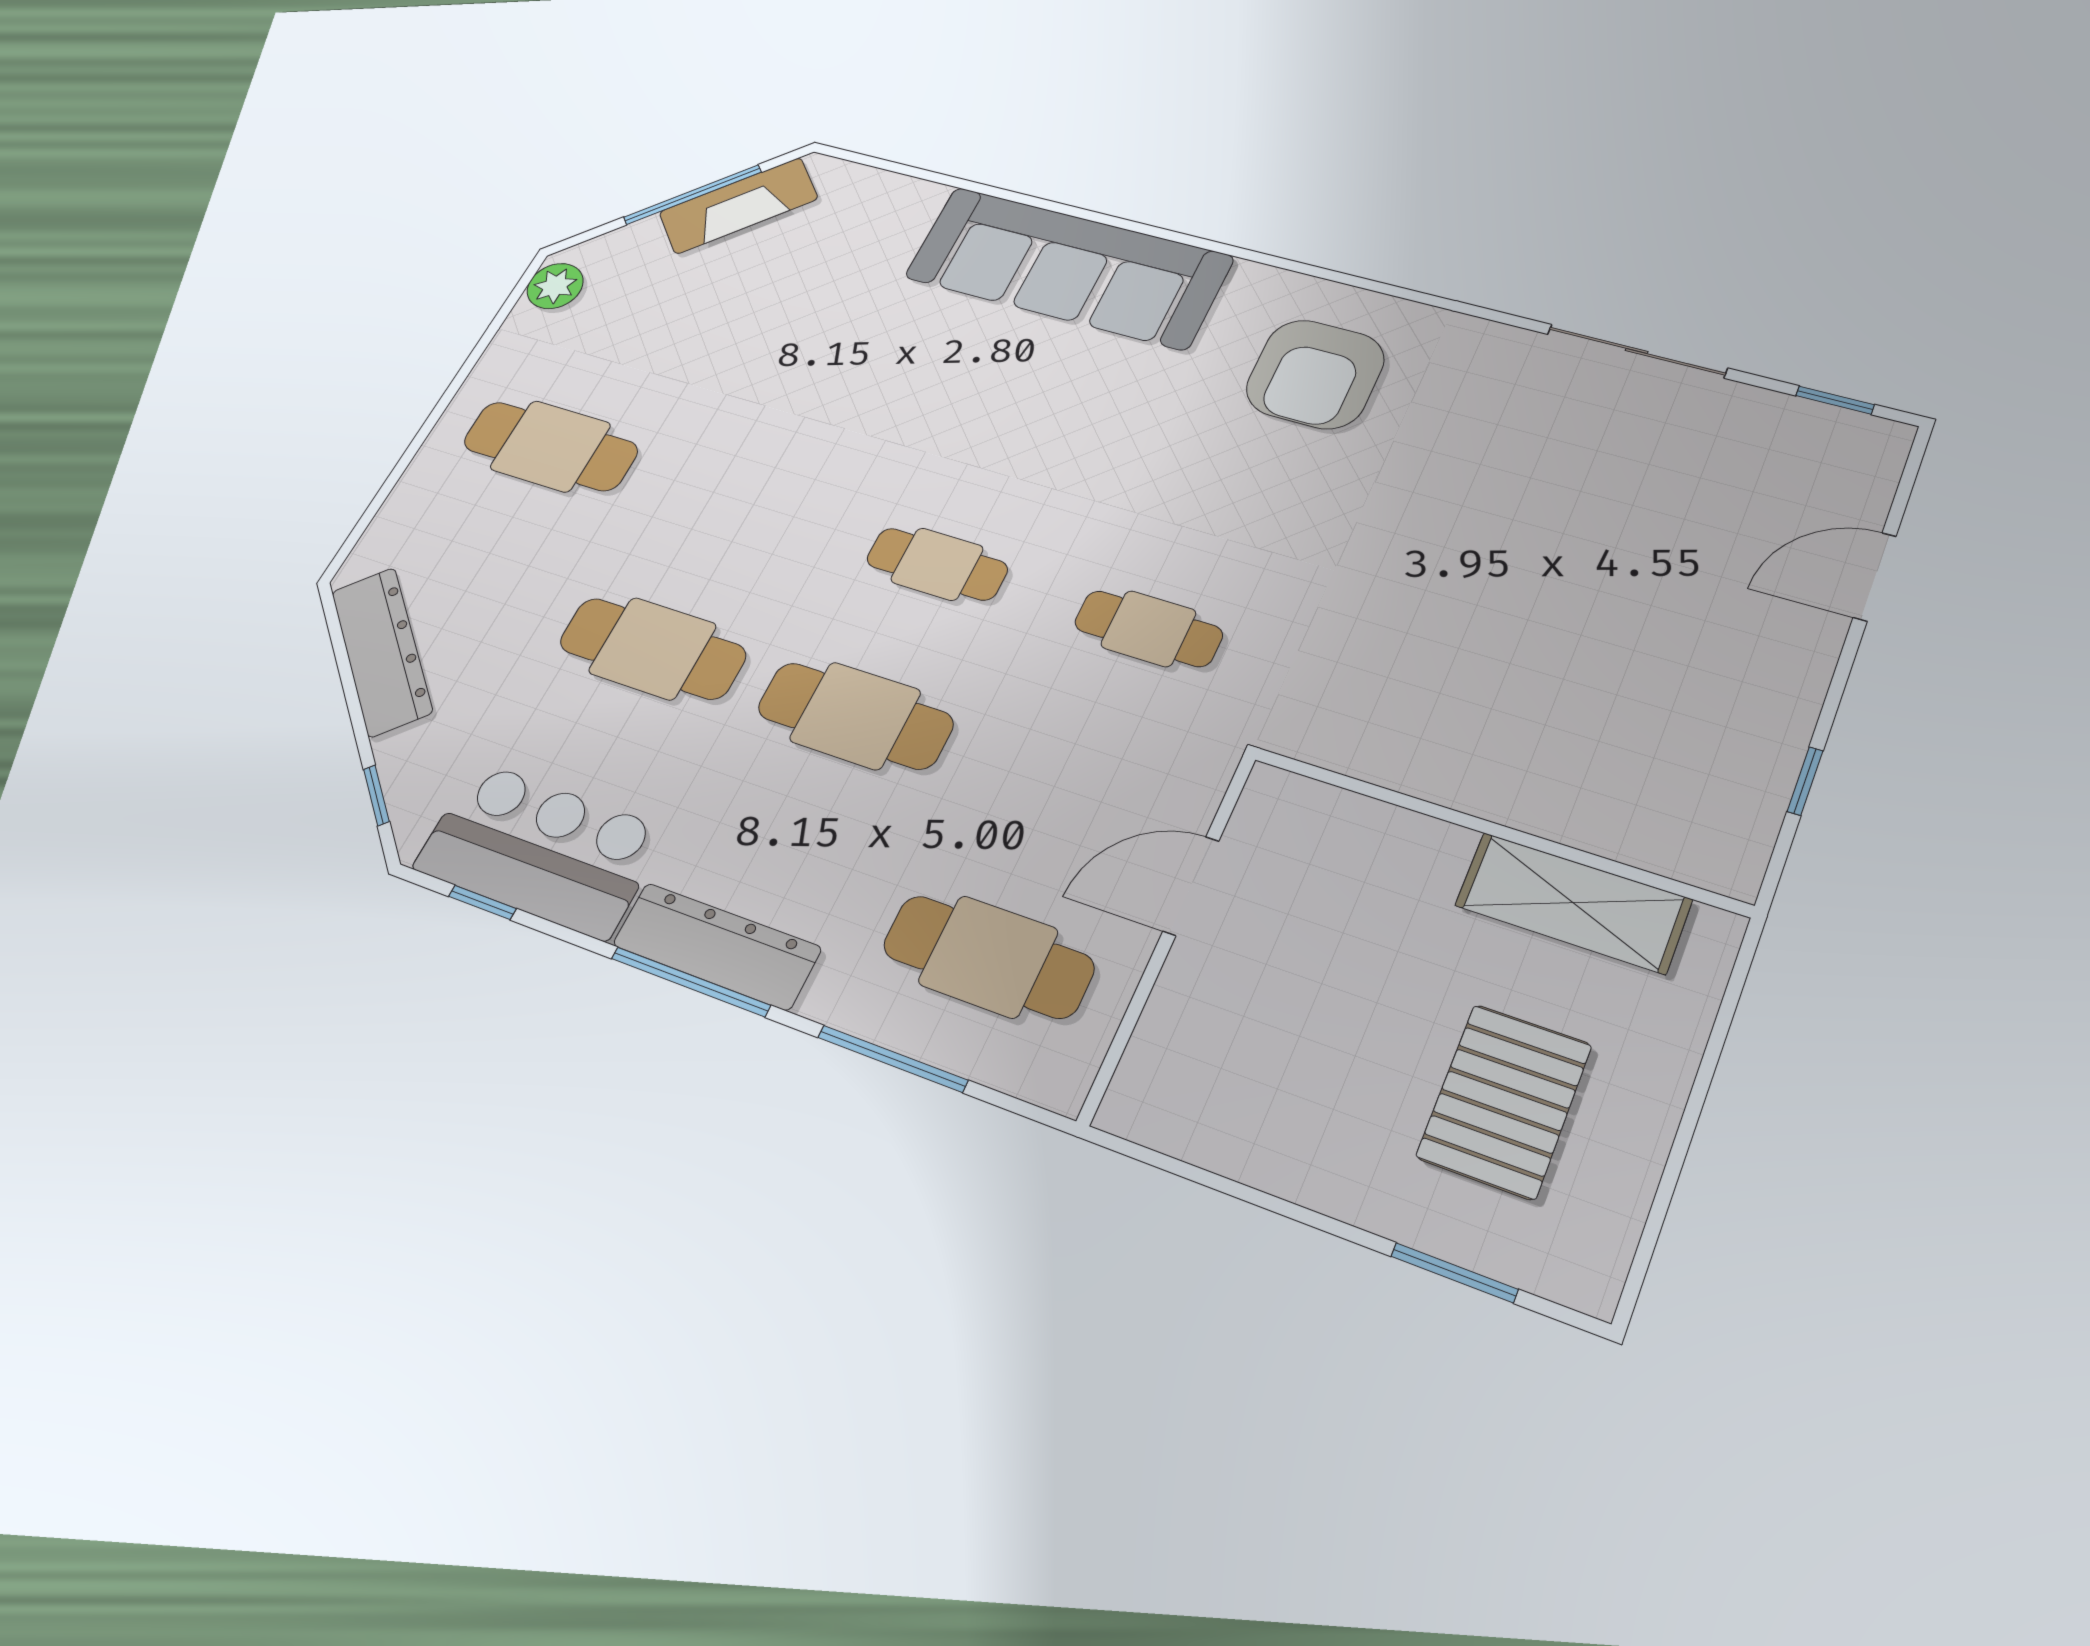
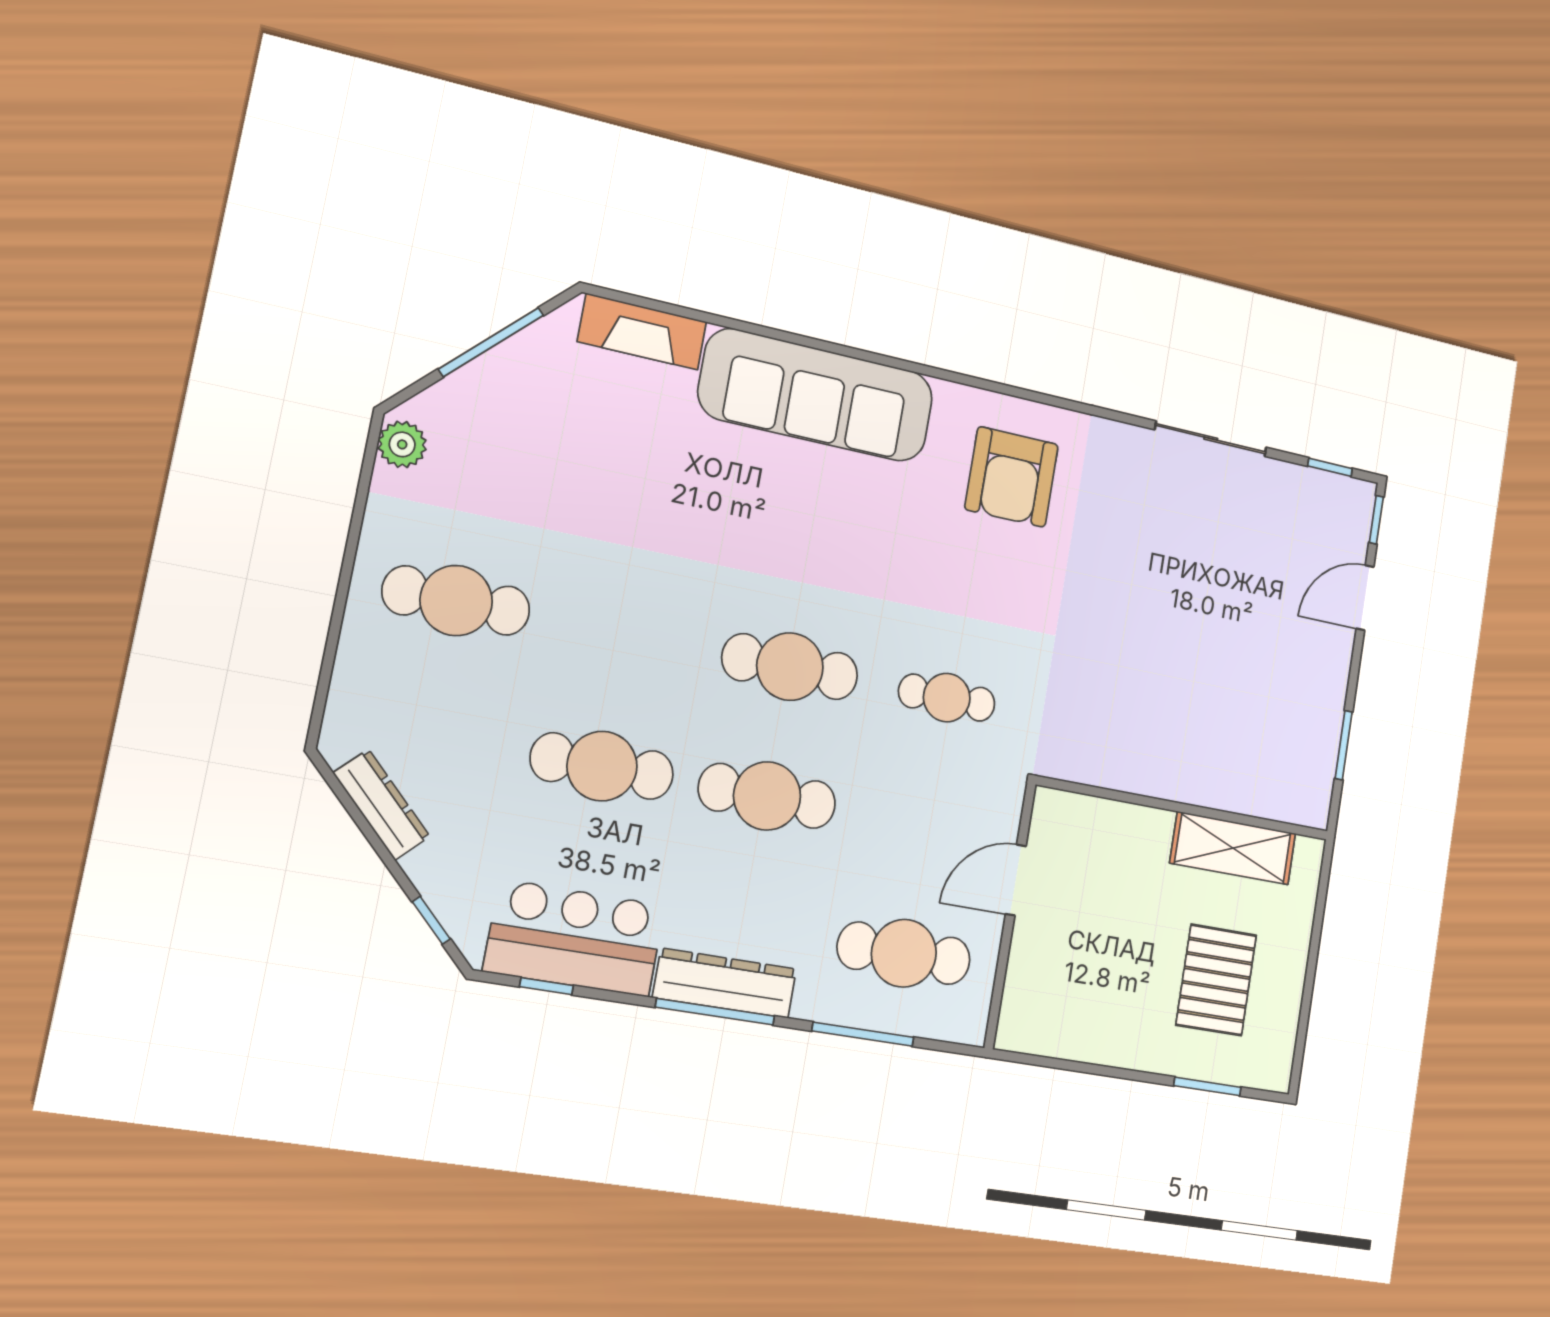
fireplace: (738, 206) -> (642, 332), moved, turned 45
window: (1910, 474) -> (1376, 520), added
cafe table: (937, 564) -> (790, 667), width x1.37, depth x1.35
dresser: (382, 651) -> (382, 805), width x0.73, depth x0.80
window: (1805, 781) -> (1344, 745), width x1.50

